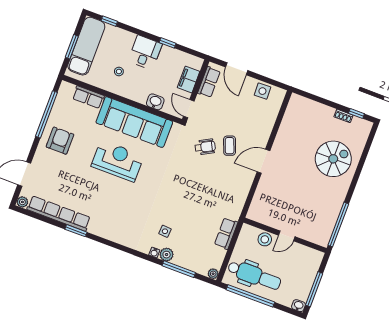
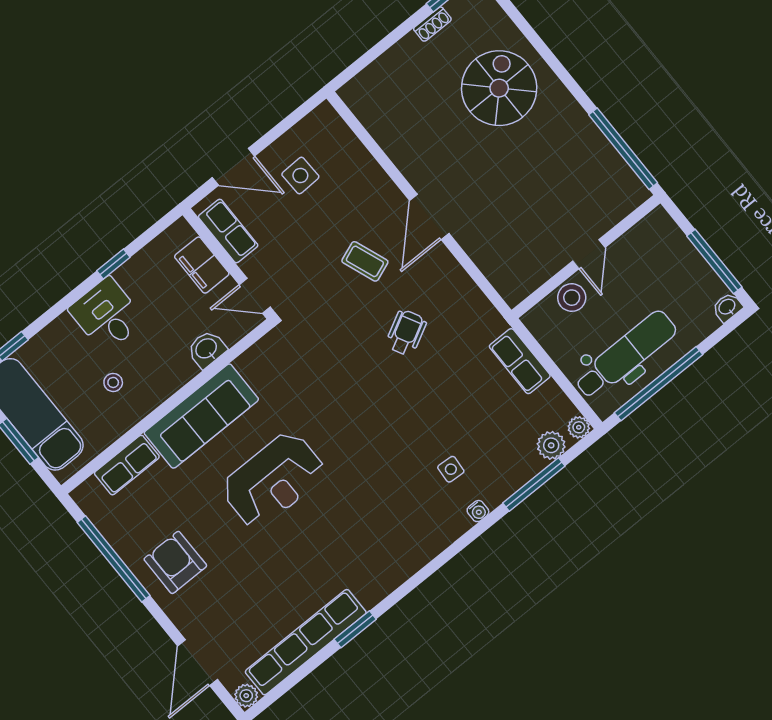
side table: (262, 91) -> (300, 175), moved
sofa: (134, 122) -> (201, 416), width x0.74, depth x0.79
wheelchair: (205, 147) -> (406, 333), moved
reception desk: (118, 161) -> (273, 480), turned 180
plant: (167, 255) -> (551, 445), moved

